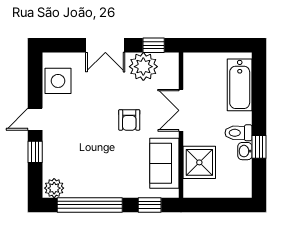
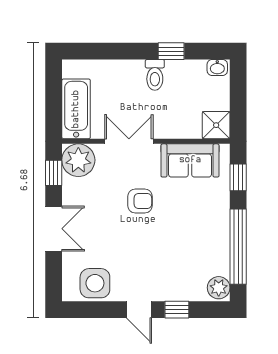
plant: (143, 67) -> (78, 160), moved
bathtub: (240, 85) -> (76, 109), moved, turned -90
double door: (181, 110) -> (129, 141), swing flipped
washbasin: (245, 151) -> (217, 67), moved
shower: (199, 162) -> (216, 125), moved, width x0.73, depth x0.73

